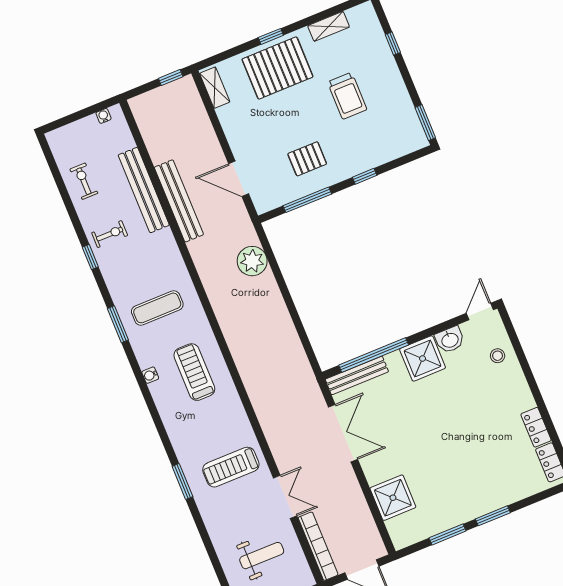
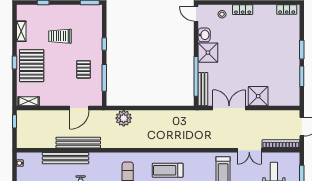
trolley: (347, 96) -> (60, 36), turned 180
locker: (536, 427) -> (243, 10), moved
double door: (285, 497) -> (249, 150), swing flipped
shower: (393, 498) -> (258, 96), moved

